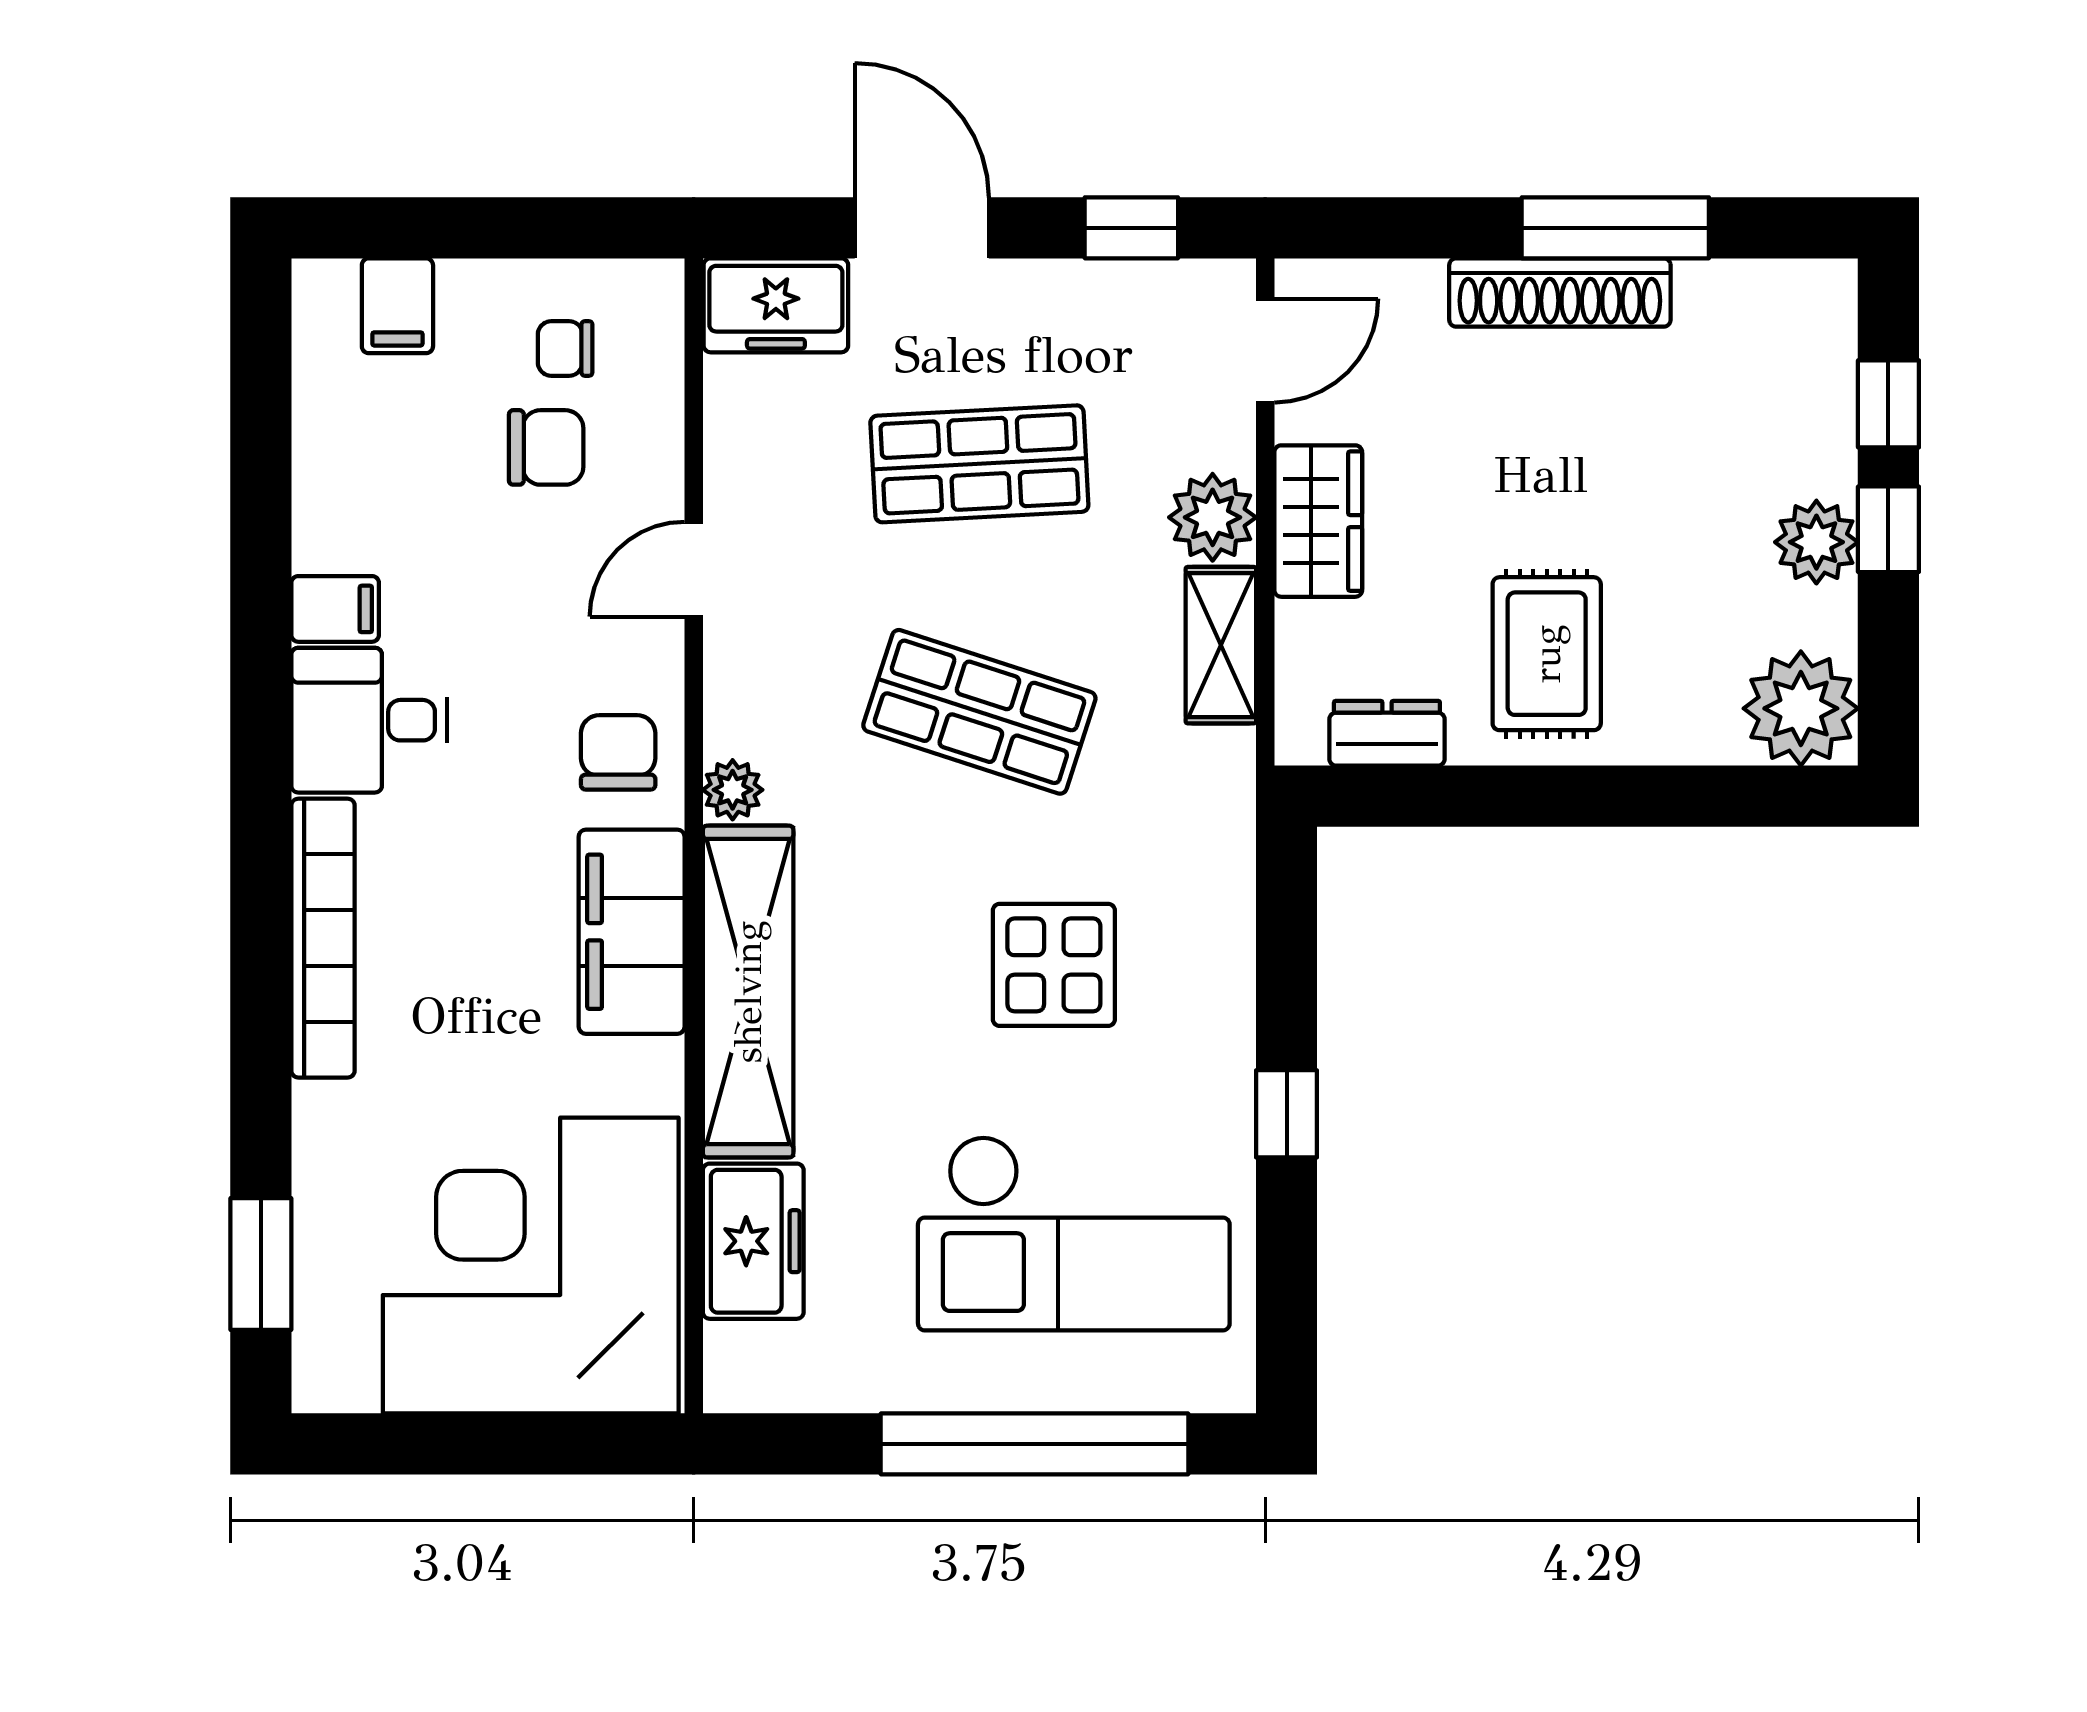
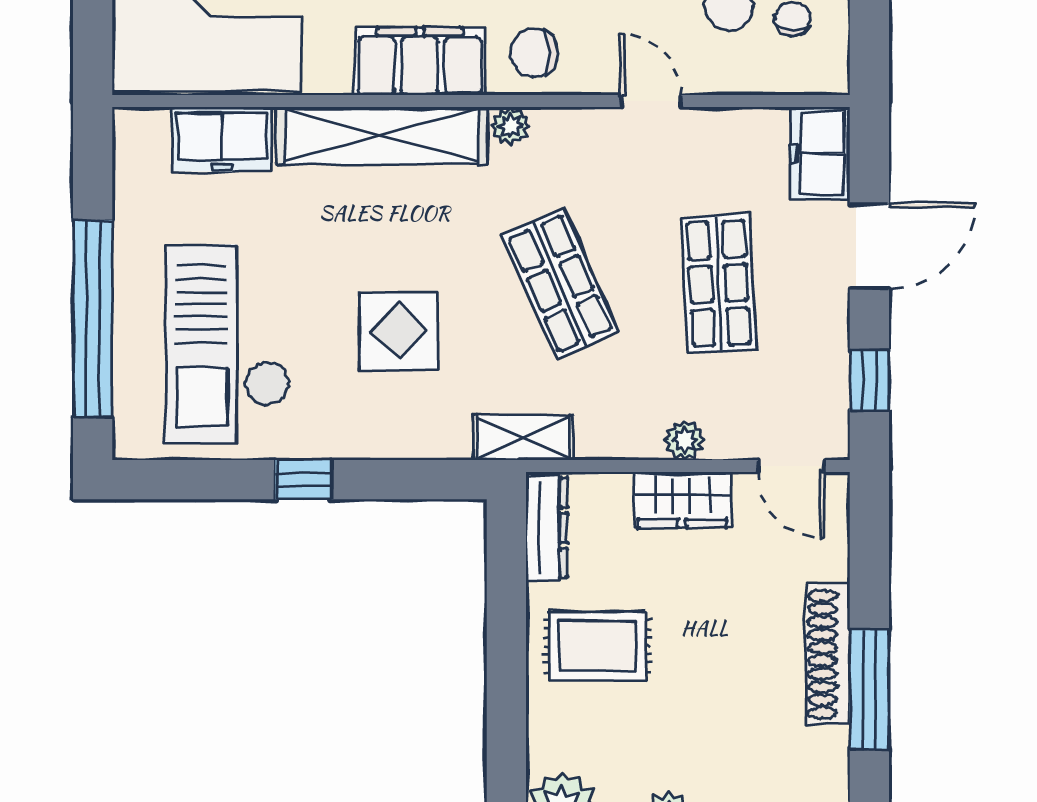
plant: (1213, 517) -> (684, 440), width x0.73, depth x0.73
shelving: (1221, 645) -> (523, 438), moved
shop shelf: (979, 712) -> (560, 284), turned -42
dresser: (1387, 733) -> (547, 528), width x1.44
chair: (618, 752) -> (534, 53), turned 180

